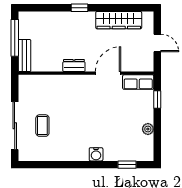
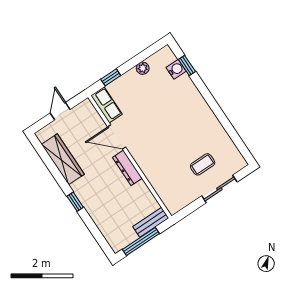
dresser: (74, 66) -> (127, 168), width x1.44
sliding door: (15, 126) -> (219, 189), width x0.73
water cooler: (96, 154) -> (176, 69), moved

